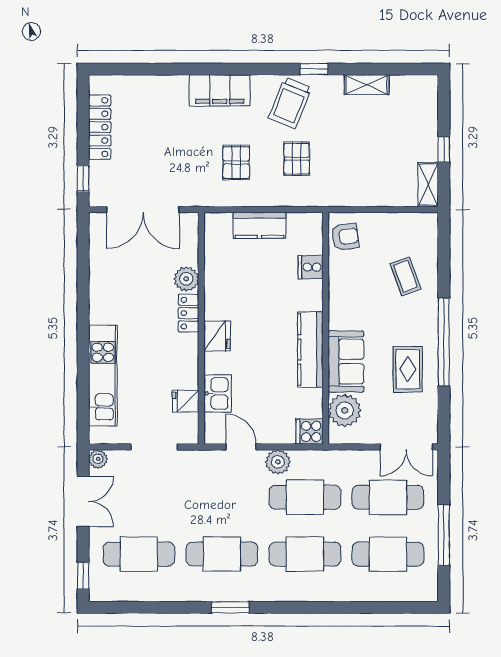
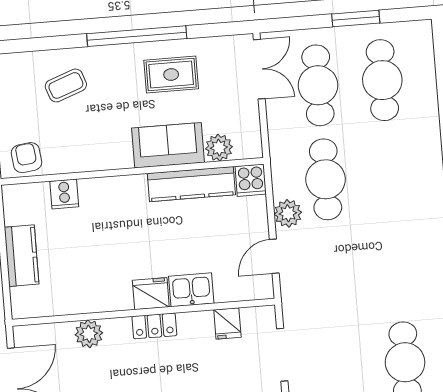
locker: (189, 313) -> (154, 326), moved
kitchen counter: (310, 349) -> (191, 184), moved
kitchen sink: (218, 393) -> (191, 290), moved
plant: (345, 410) -> (219, 148), width x0.73, depth x0.73
window: (444, 535) -> (356, 19), width x0.69
cafe table: (222, 554) -> (397, 268), removed
cafe table: (305, 554) -> (390, 174), removed

